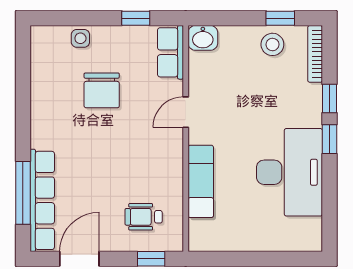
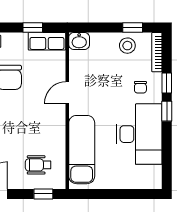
row of seats: (170, 52) -> (47, 41), moved, turned -90
chair: (291, 105) -> (140, 87), added
exam couch: (201, 181) -> (82, 150), width x1.36, depth x1.45

